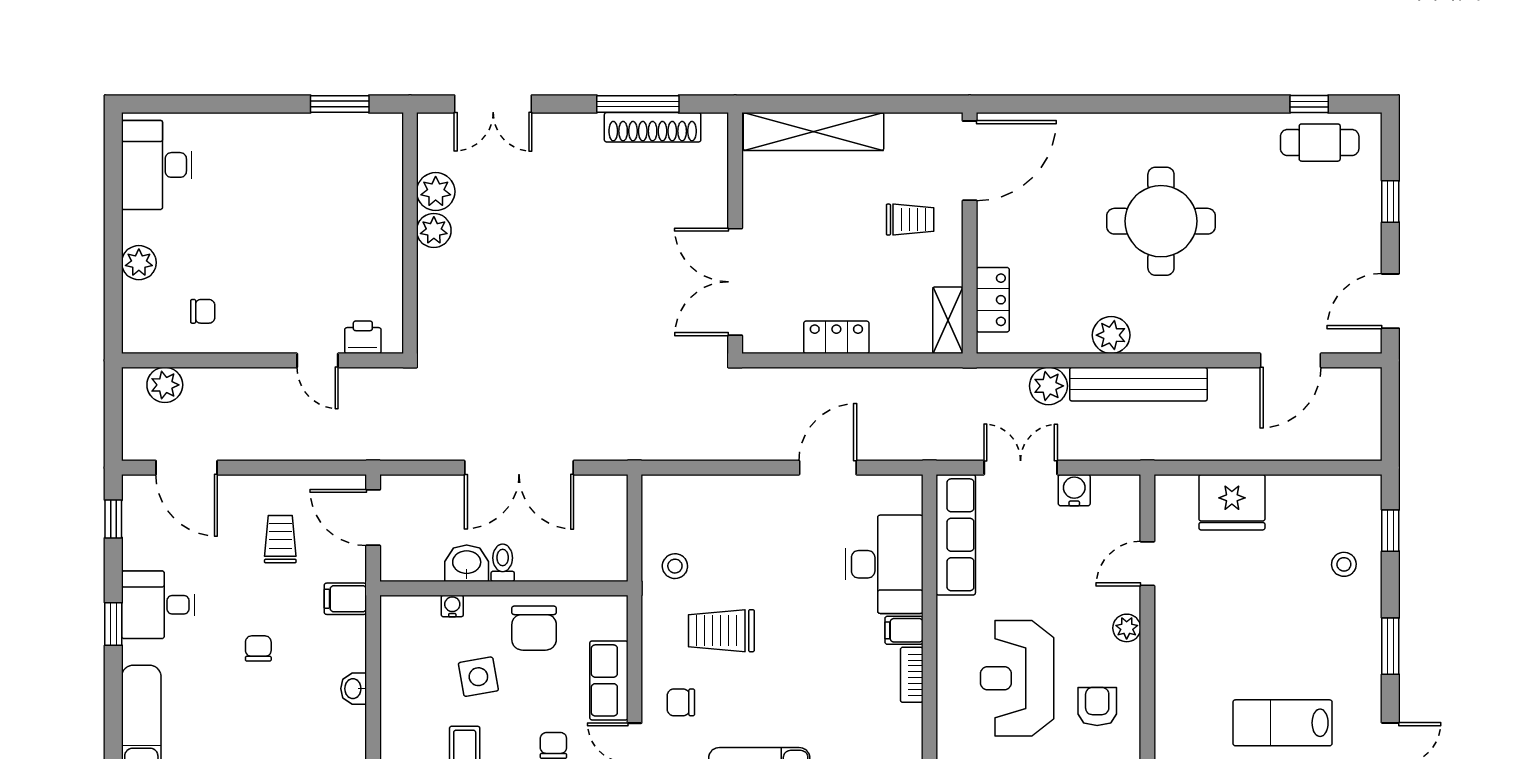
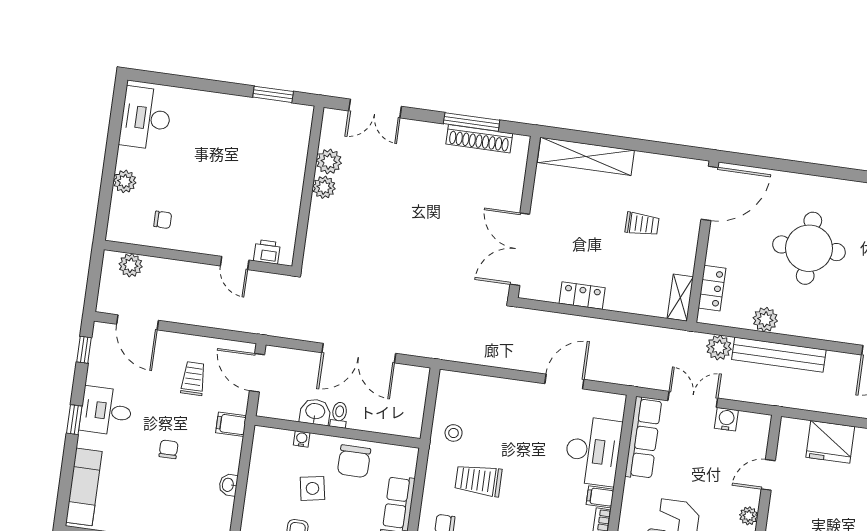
door: (970, 161) -> (710, 193), moved
wall: (970, 233) -> (703, 242), moved
locker: (993, 300) -> (712, 288), moved
shelving: (948, 320) -> (680, 298), moved

